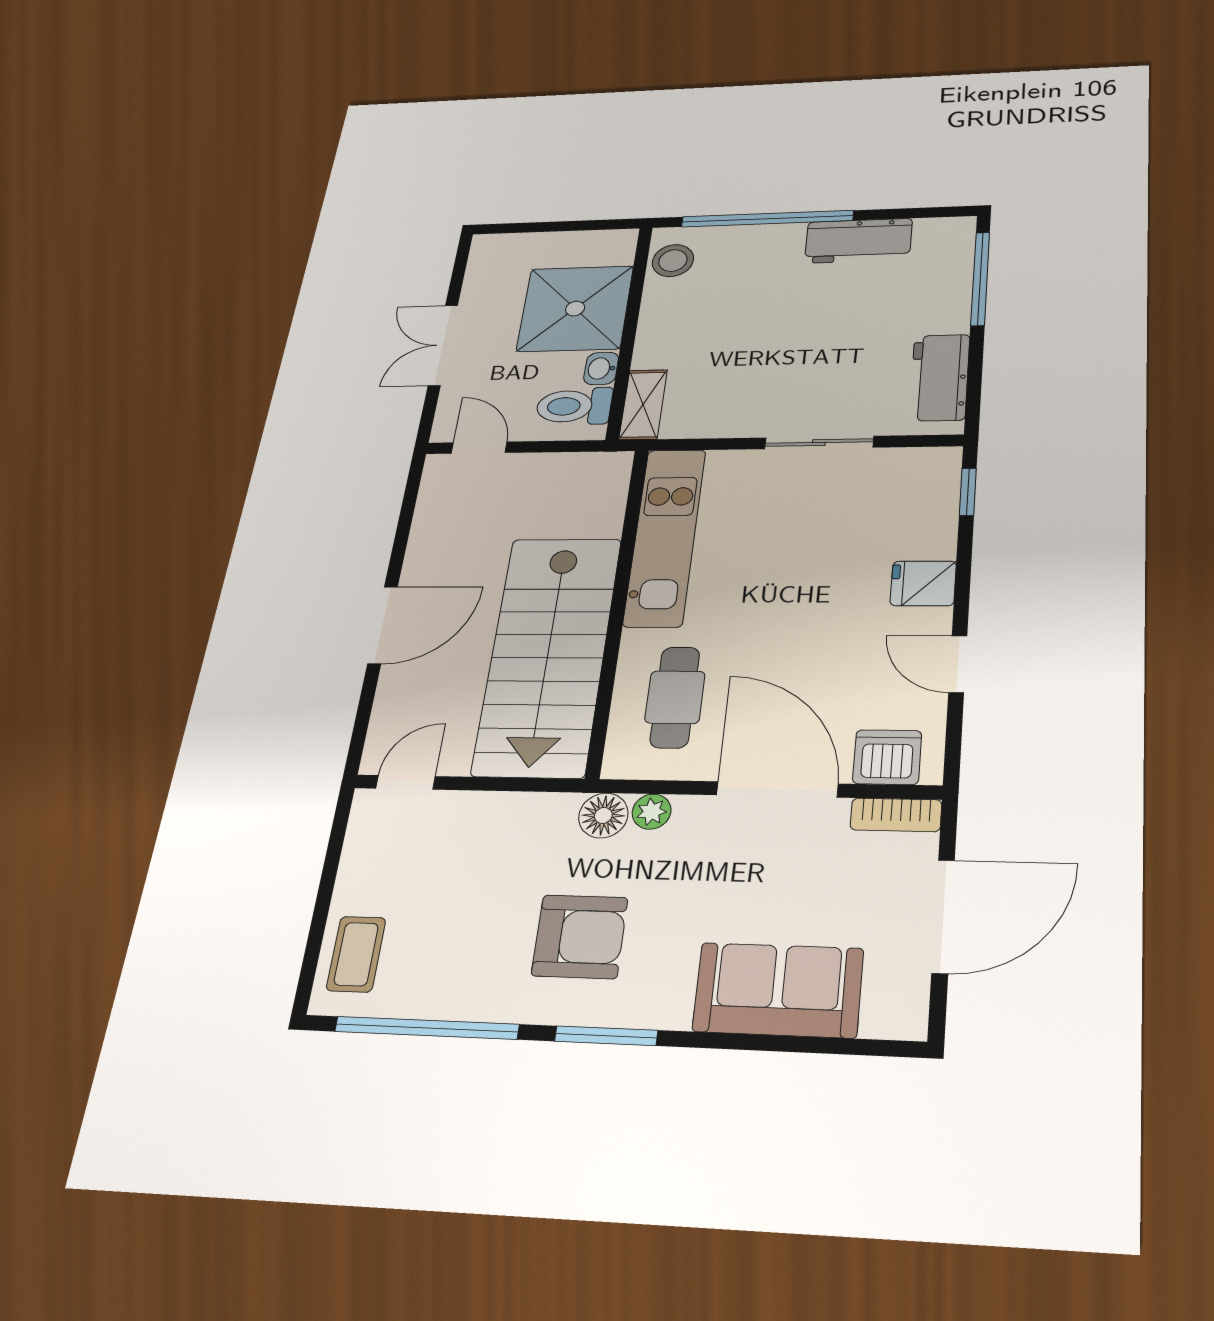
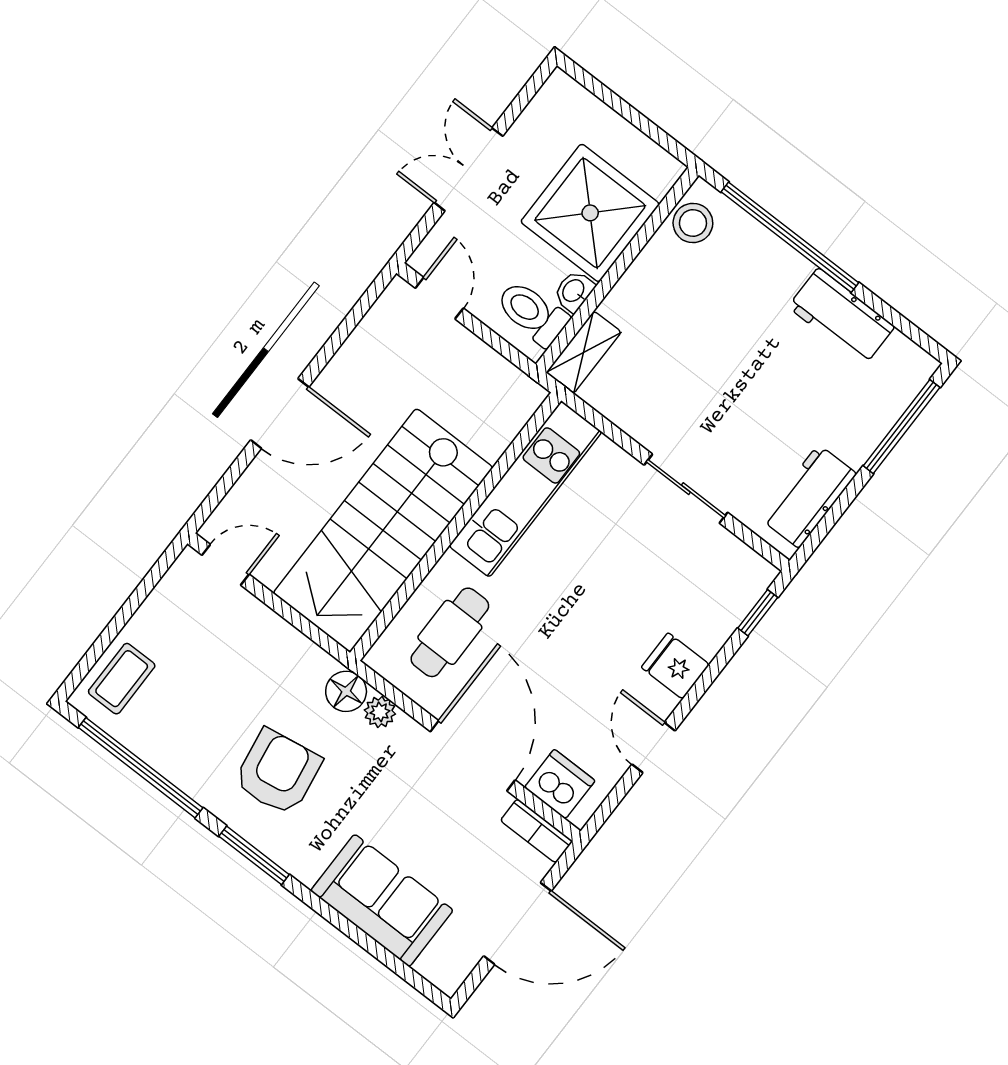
armchair: (580, 937) -> (278, 772), turned -99

